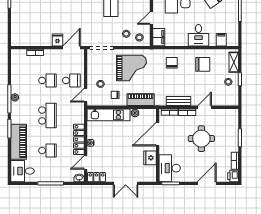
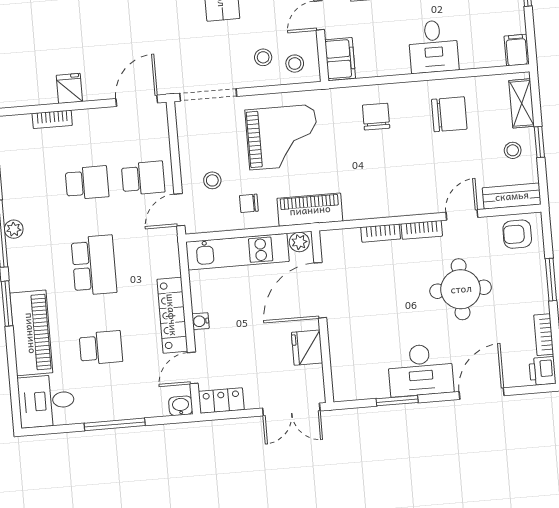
fridge: (57, 40) -> (69, 88), moved
filing cabinet: (221, 40) -> (517, 50), moved
bench: (178, 101) -> (512, 196), moved
armchair: (227, 117) -> (517, 234), added
door: (158, 134) -> (320, 290), moved
wall: (158, 145) -> (323, 317), moved
fridge: (150, 158) -> (307, 348), moved
desk: (170, 168) -> (421, 370), moved, turned -90

